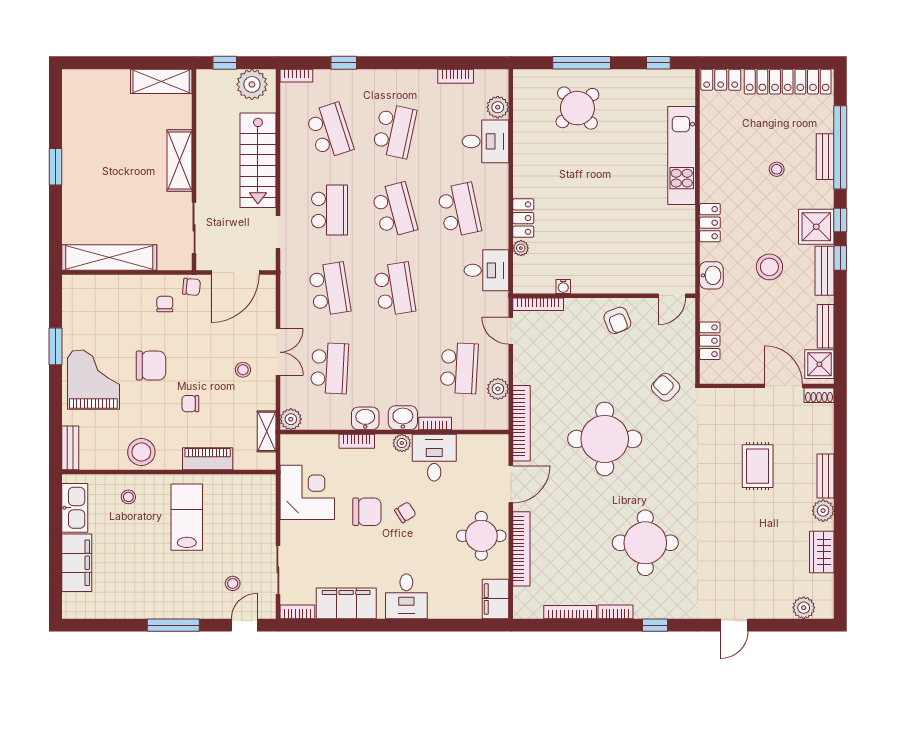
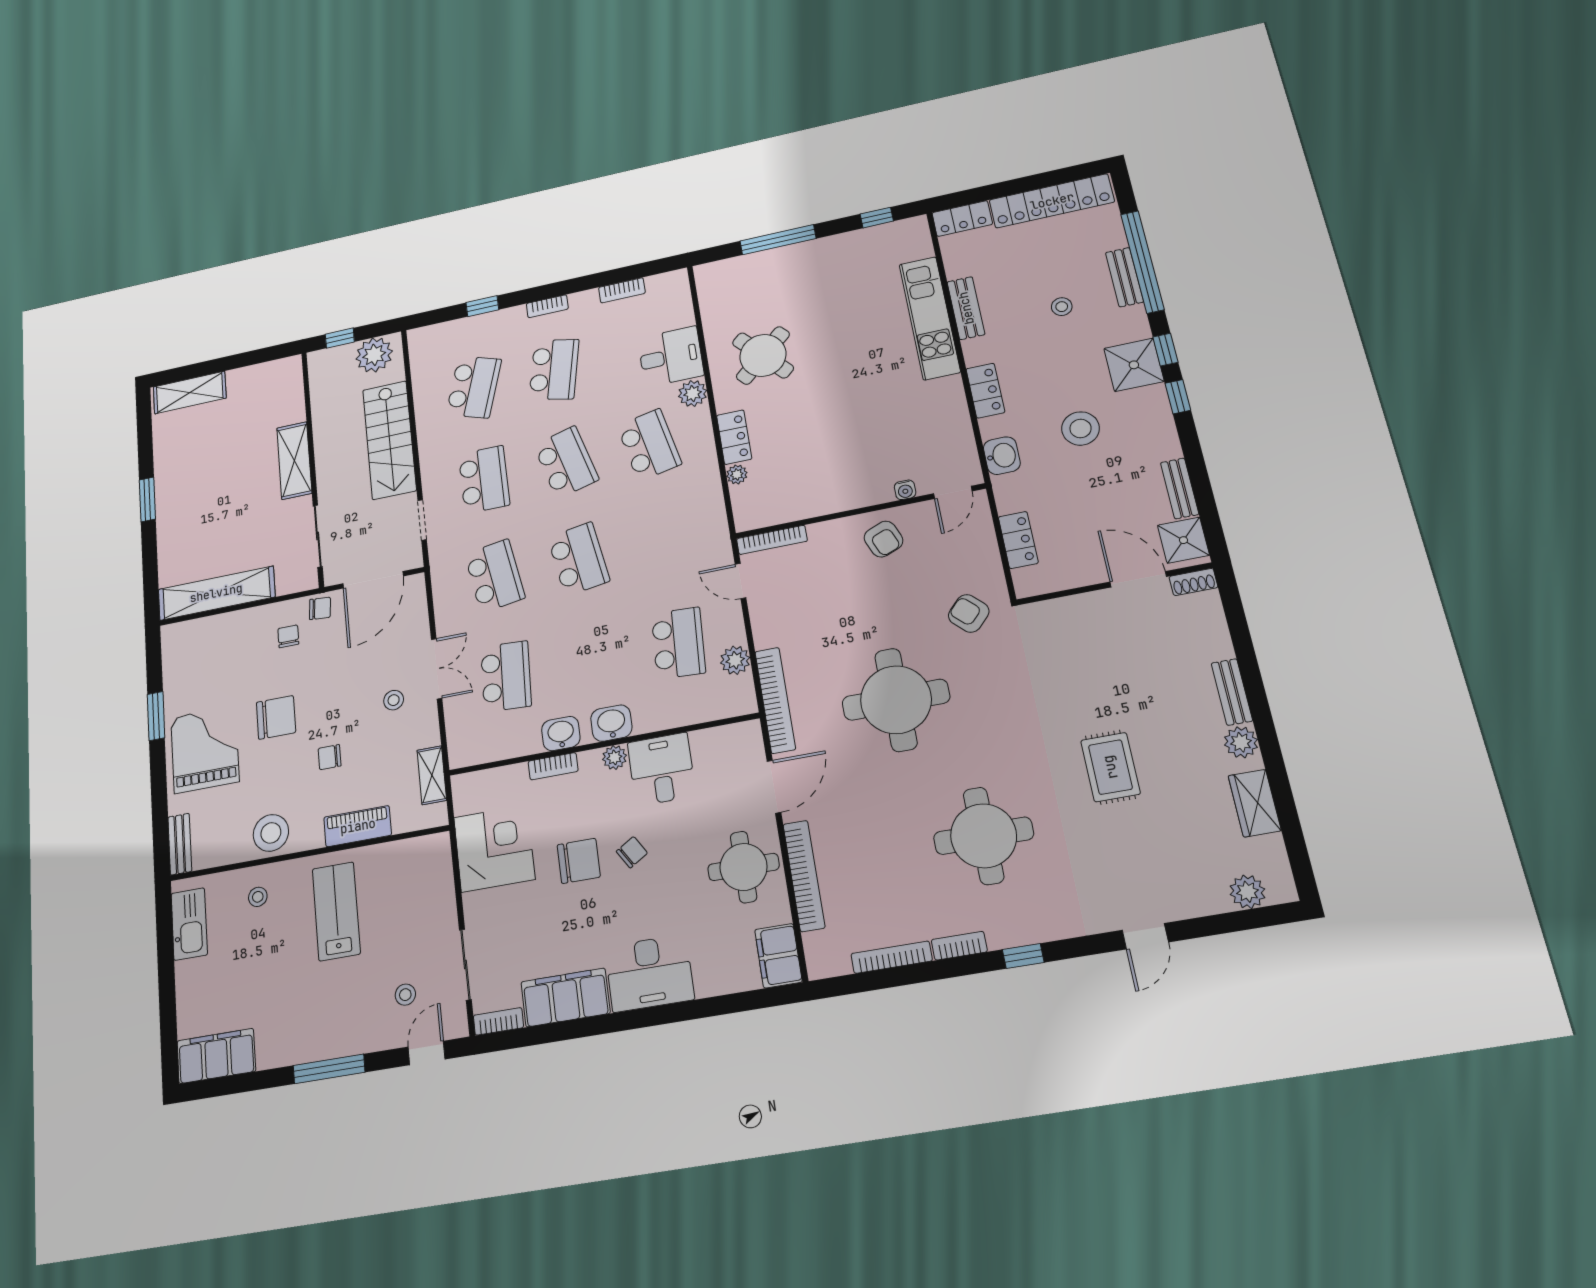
bookcase: (296, 76) -> (547, 306), moved
shelving: (161, 81) -> (190, 392), moved
plant: (498, 107) -> (693, 393), moved
round table: (577, 108) -> (763, 355), moved
school desk: (330, 131) -> (474, 387), turned 36
desk: (486, 270) -> (696, 511), removed
bench: (825, 271) -> (966, 308), moved
water cooler: (563, 286) -> (905, 490), moved
plant: (291, 419) -> (462, 753), removed
bookcase: (435, 423) -> (656, 723), removed
rug: (758, 466) -> (1110, 767), moved
filing cabinet: (77, 563) -> (216, 1056), moved, turned -90
desk: (406, 596) -> (649, 973), width x1.37

